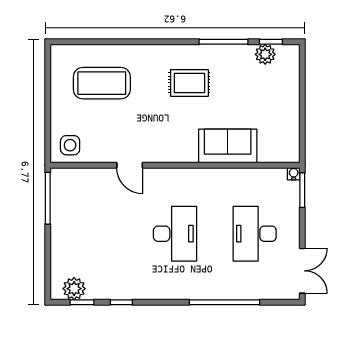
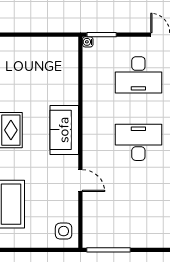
sofa: (228, 146) -> (64, 130), moved
door: (130, 165) -> (80, 181), hinge flipped

